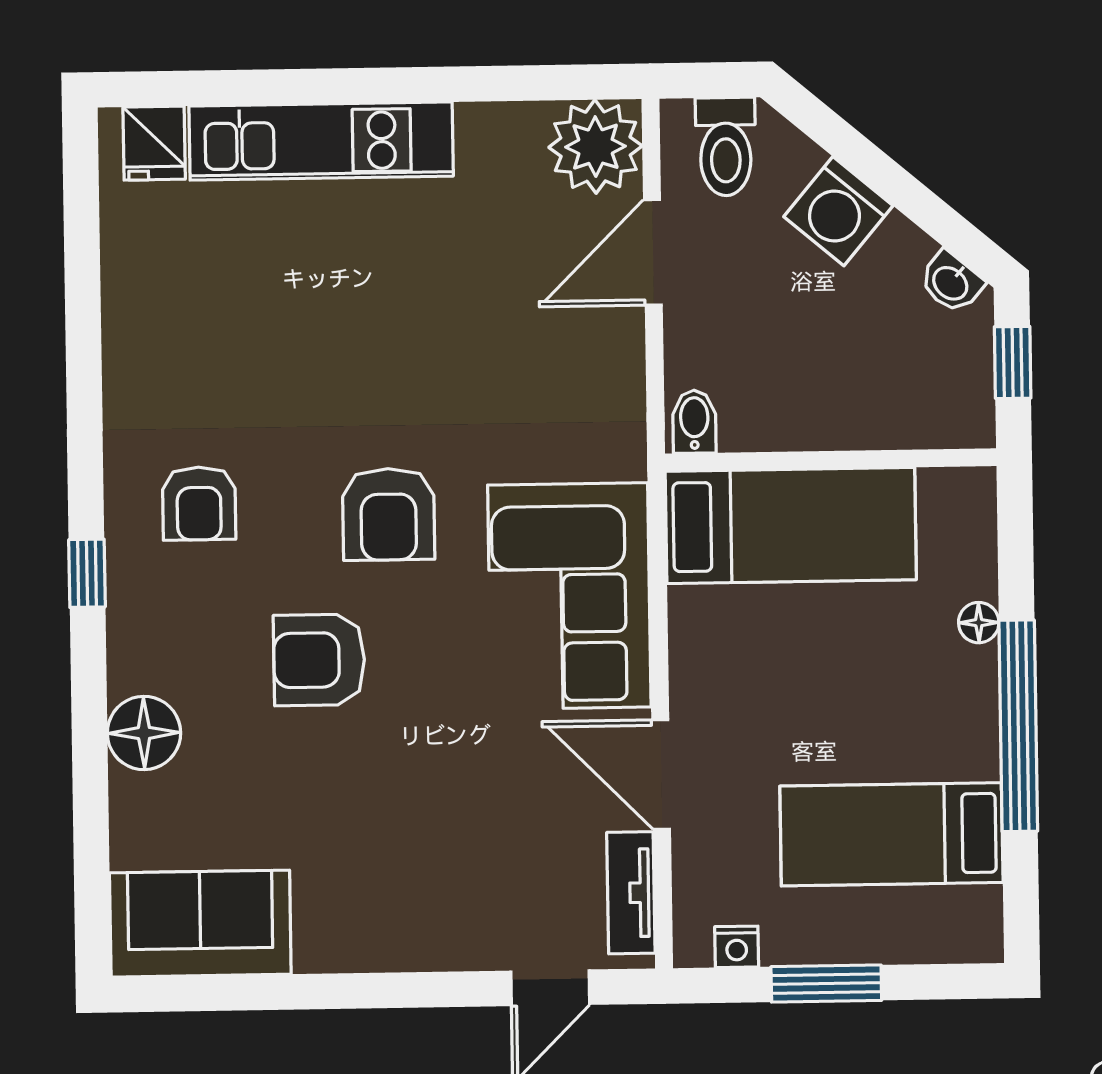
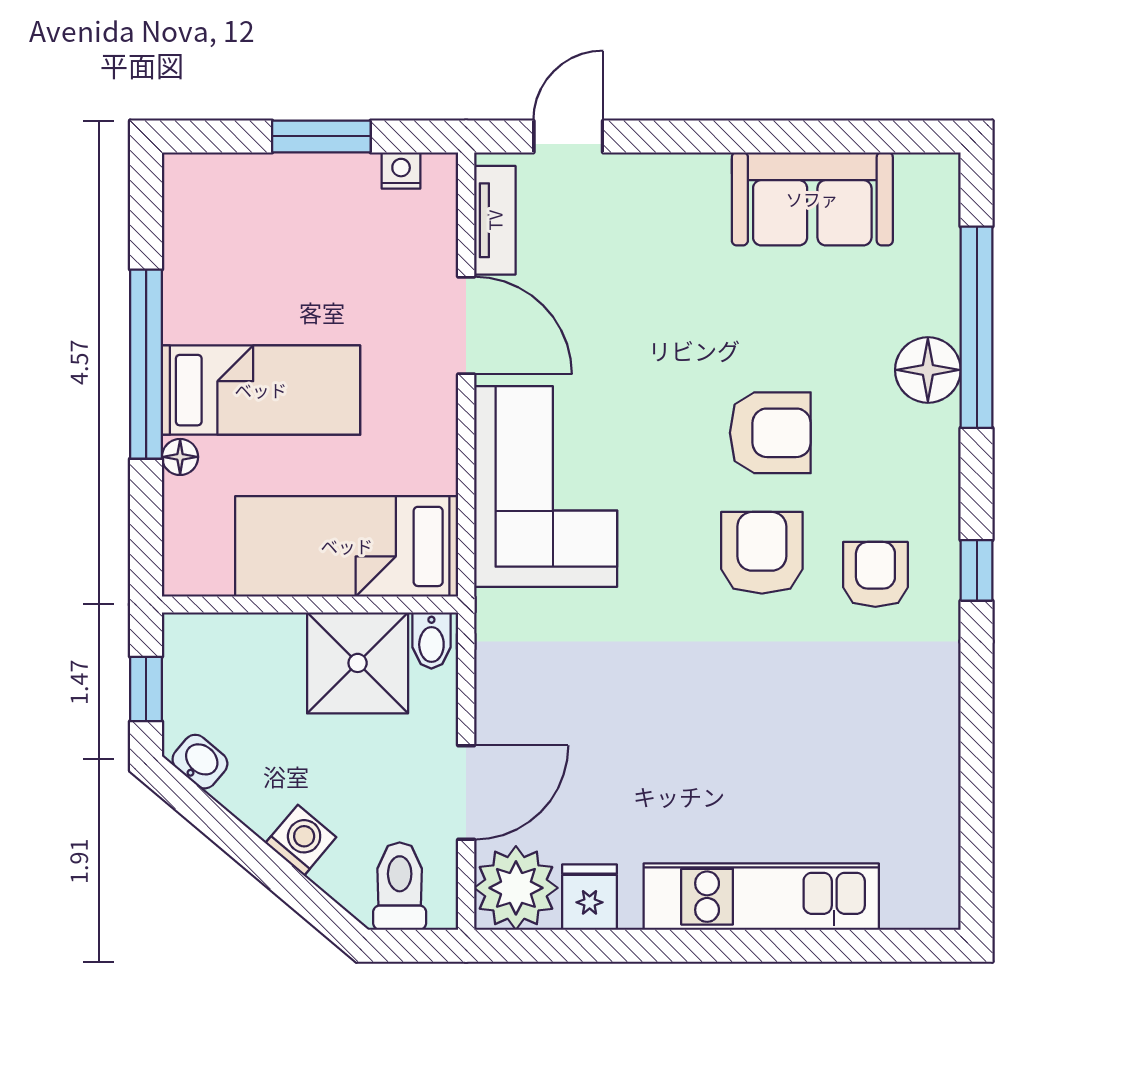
fridge: (154, 143) -> (590, 897), moved
washing machine: (838, 211) -> (301, 840), width x0.73, depth x0.73
shower: (777, 395) -> (358, 663), added
armchair: (389, 514) -> (762, 553), moved
window: (87, 573) -> (977, 570), moved
window: (90, 782) -> (977, 327), added
bed: (891, 834) -> (261, 390), moved
sofa: (200, 924) -> (812, 199), moved

